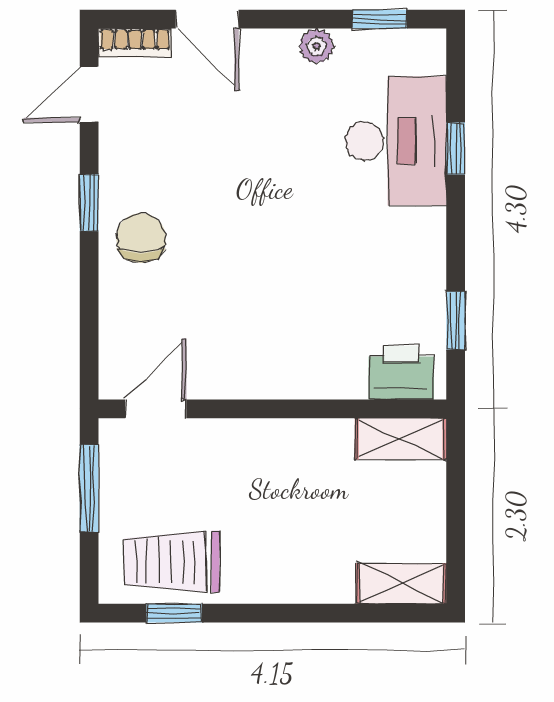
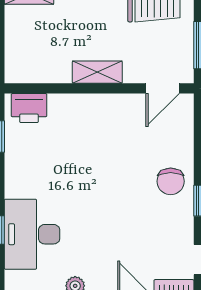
shelving: (401, 439) -> (97, 72), moved

